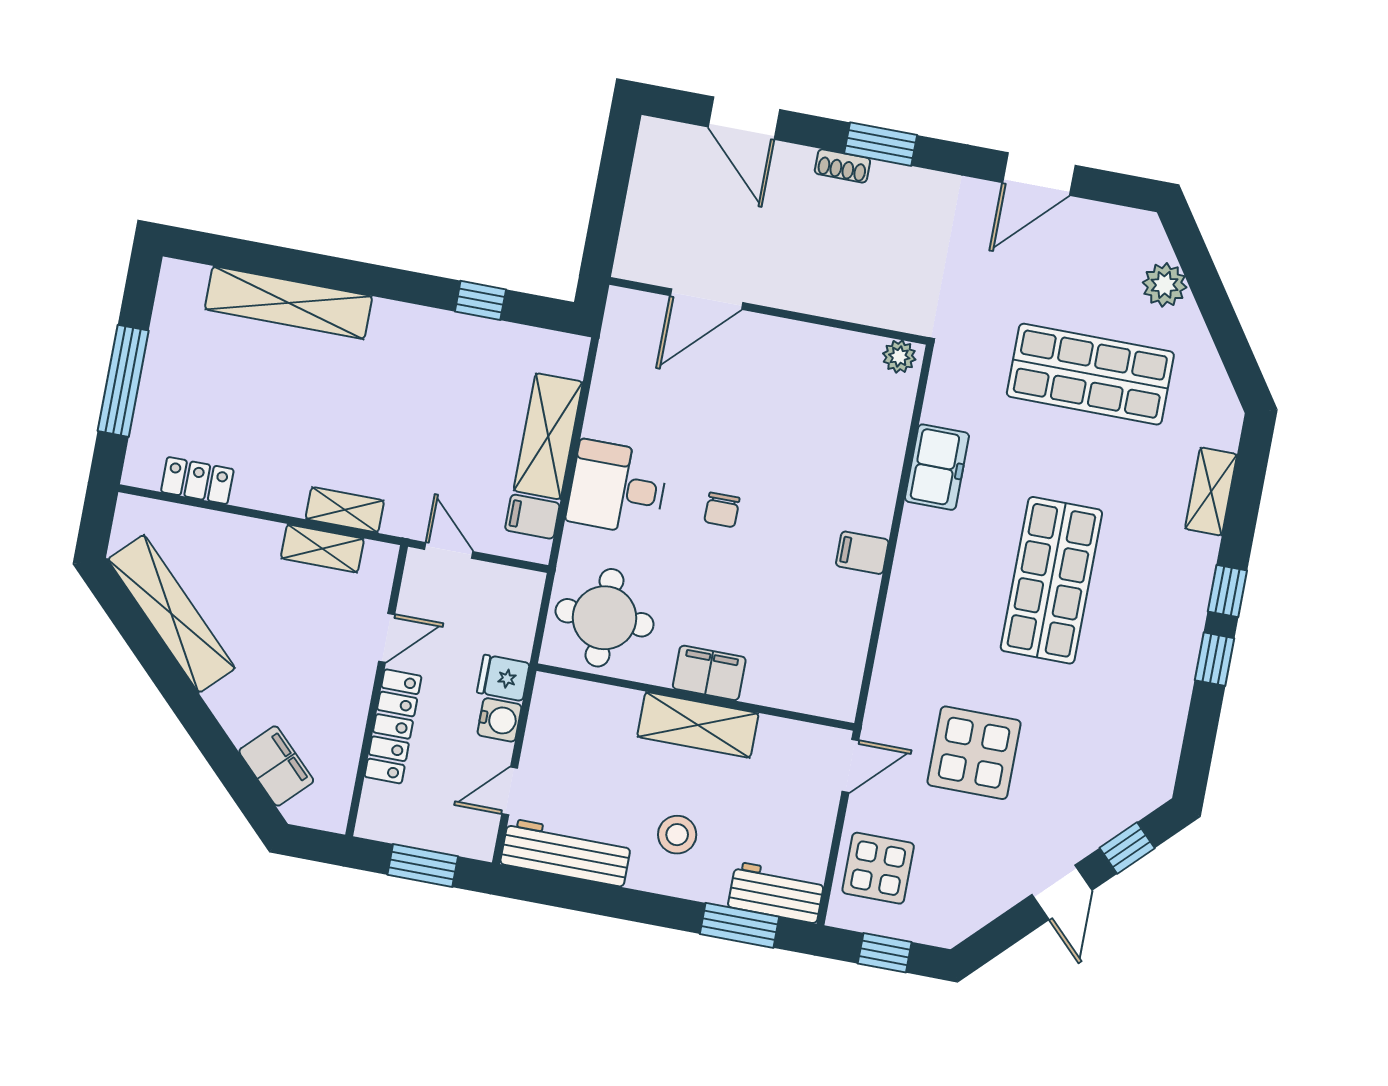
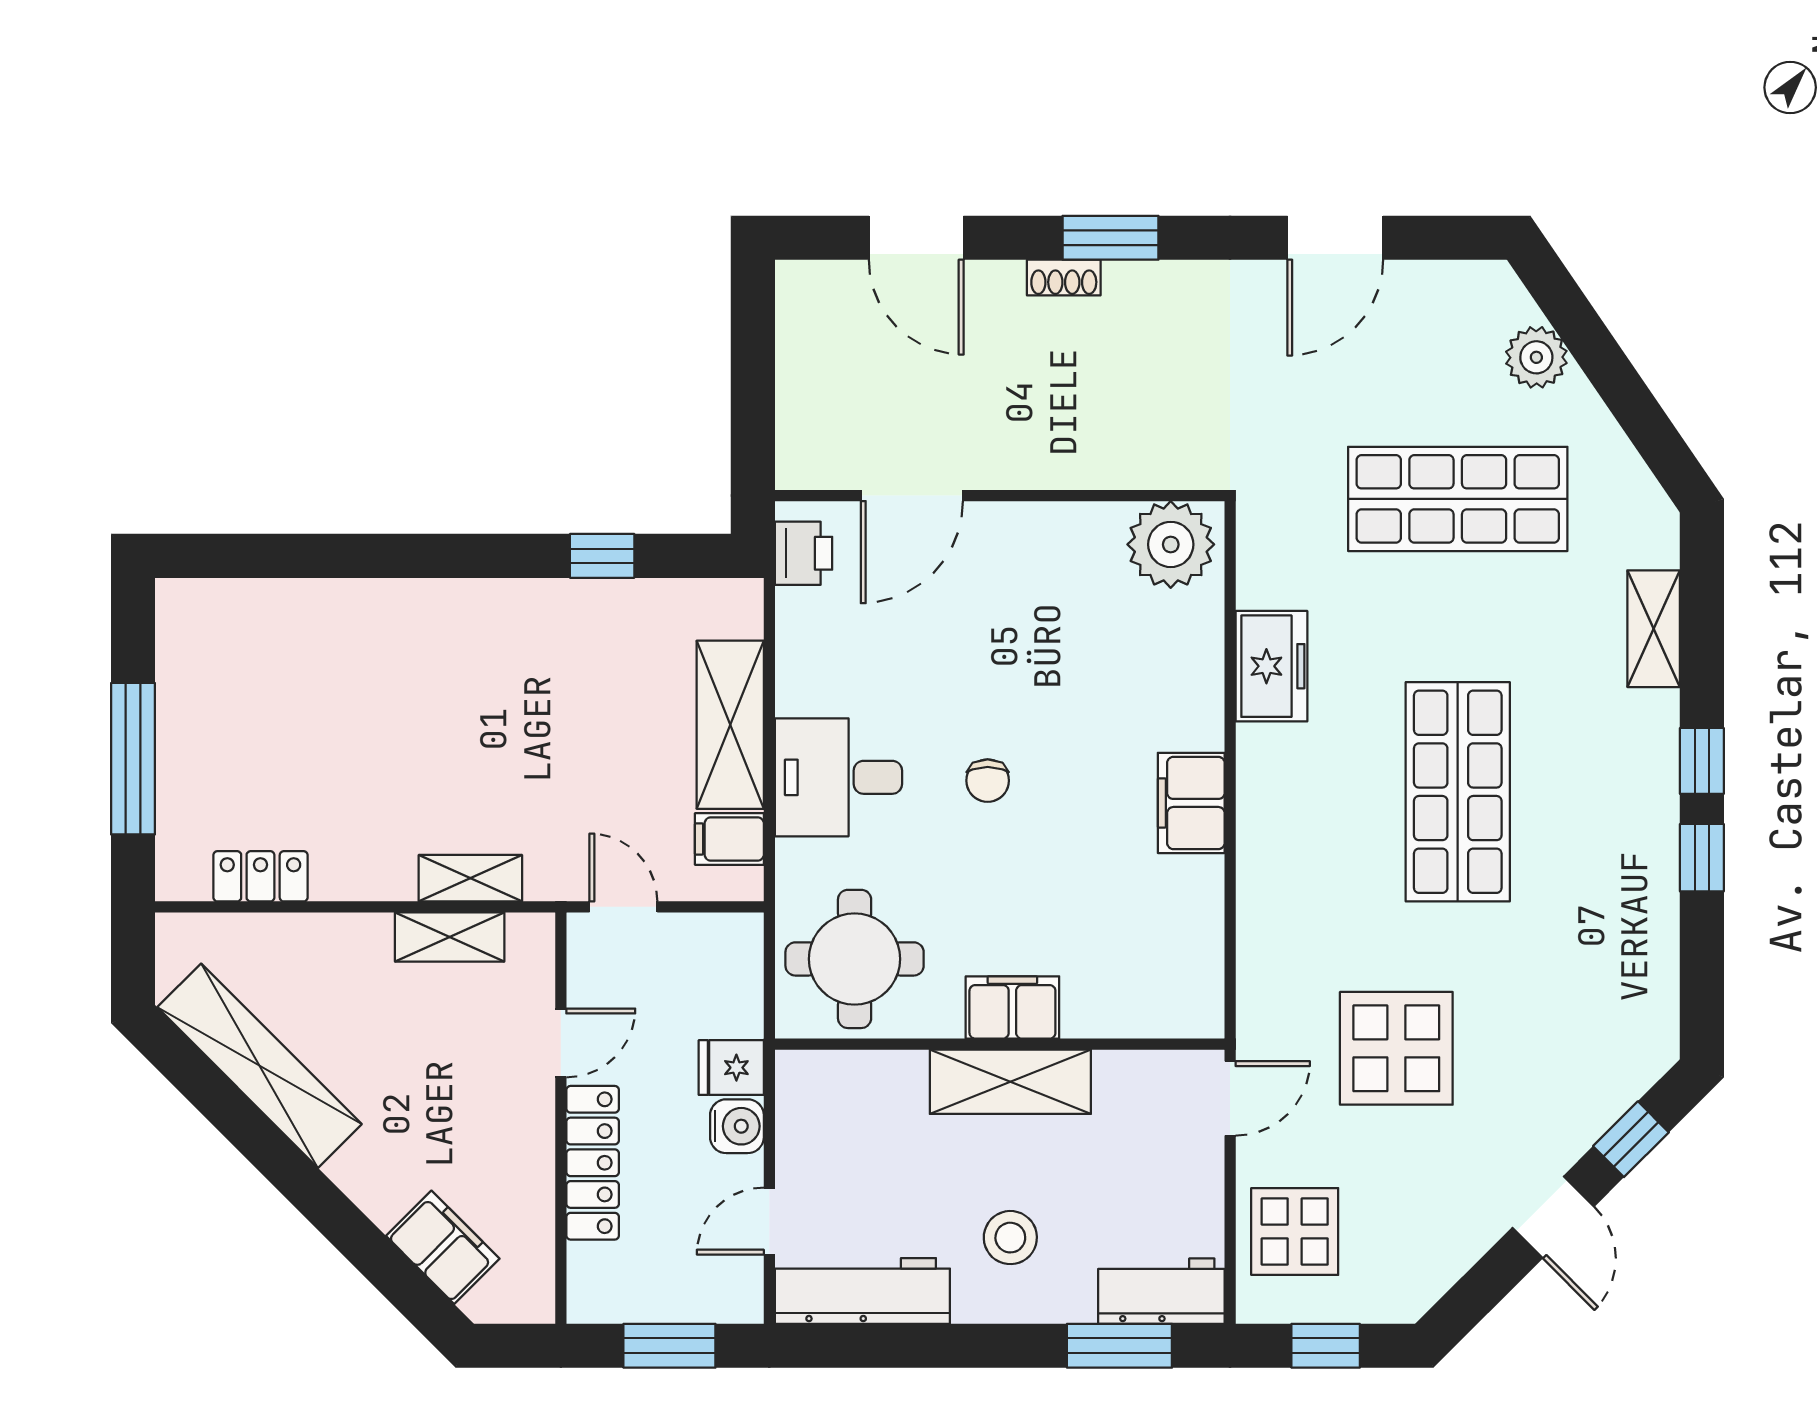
shelving: (288, 303) -> (339, 609), removed
printer: (623, 325) -> (803, 553), added
plant: (899, 356) -> (1171, 544), width x1.87, depth x1.87
filing cabinet: (862, 553) -> (1191, 803), width x2.00

